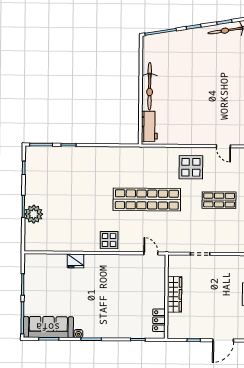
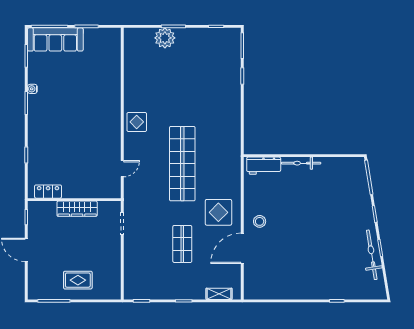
bicycle: (150, 86) -> (301, 163), width x0.73, depth x0.71
stool: (199, 130) -> (260, 221), added
door: (223, 146) -> (242, 248), width x1.87
fridge: (76, 261) -> (113, 85), removed
wardrobe: (175, 294) -> (77, 209), moved
wall: (166, 297) -> (74, 200), moved
locker: (159, 320) -> (48, 192), moved
sofa: (48, 327) -> (55, 39), moved, turned 90

